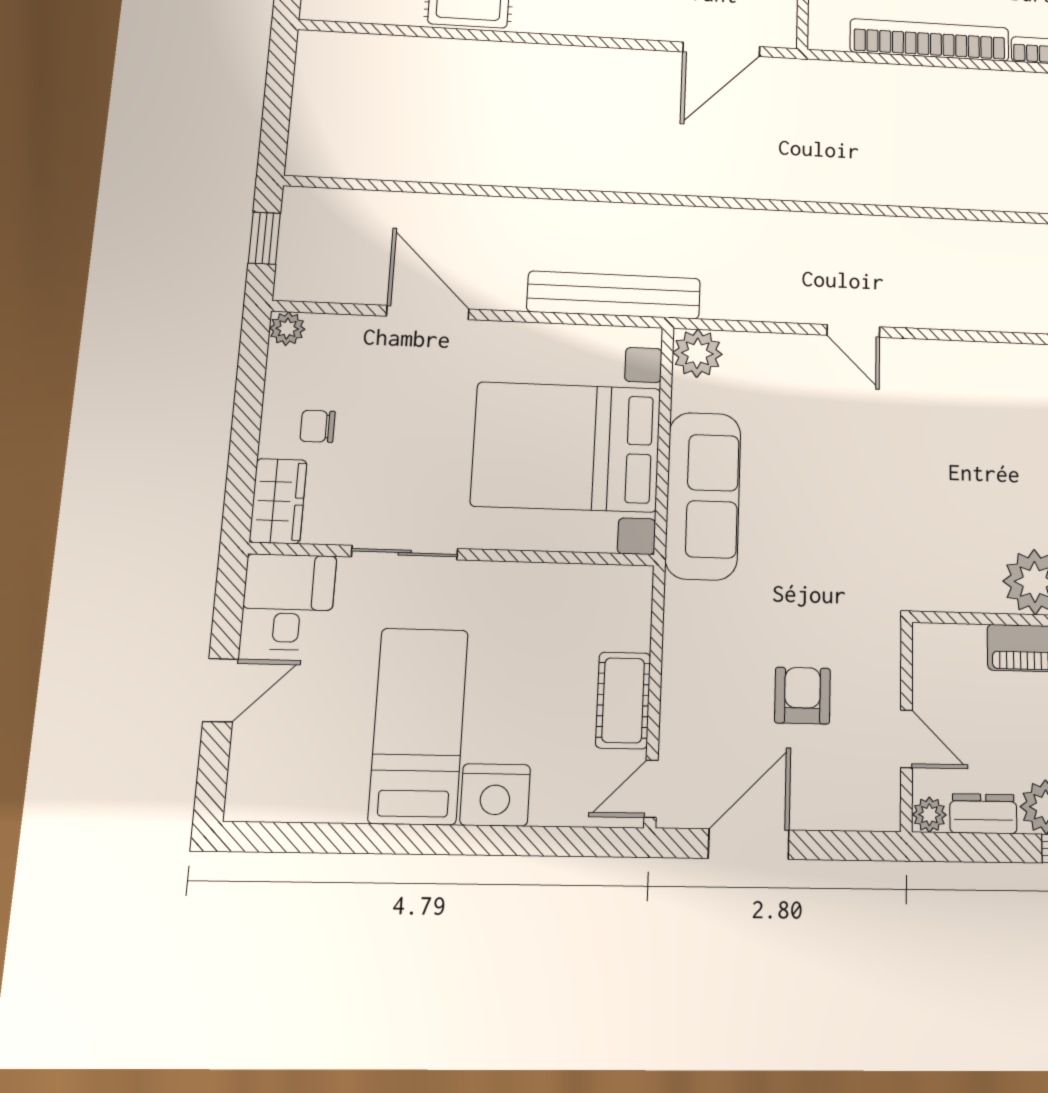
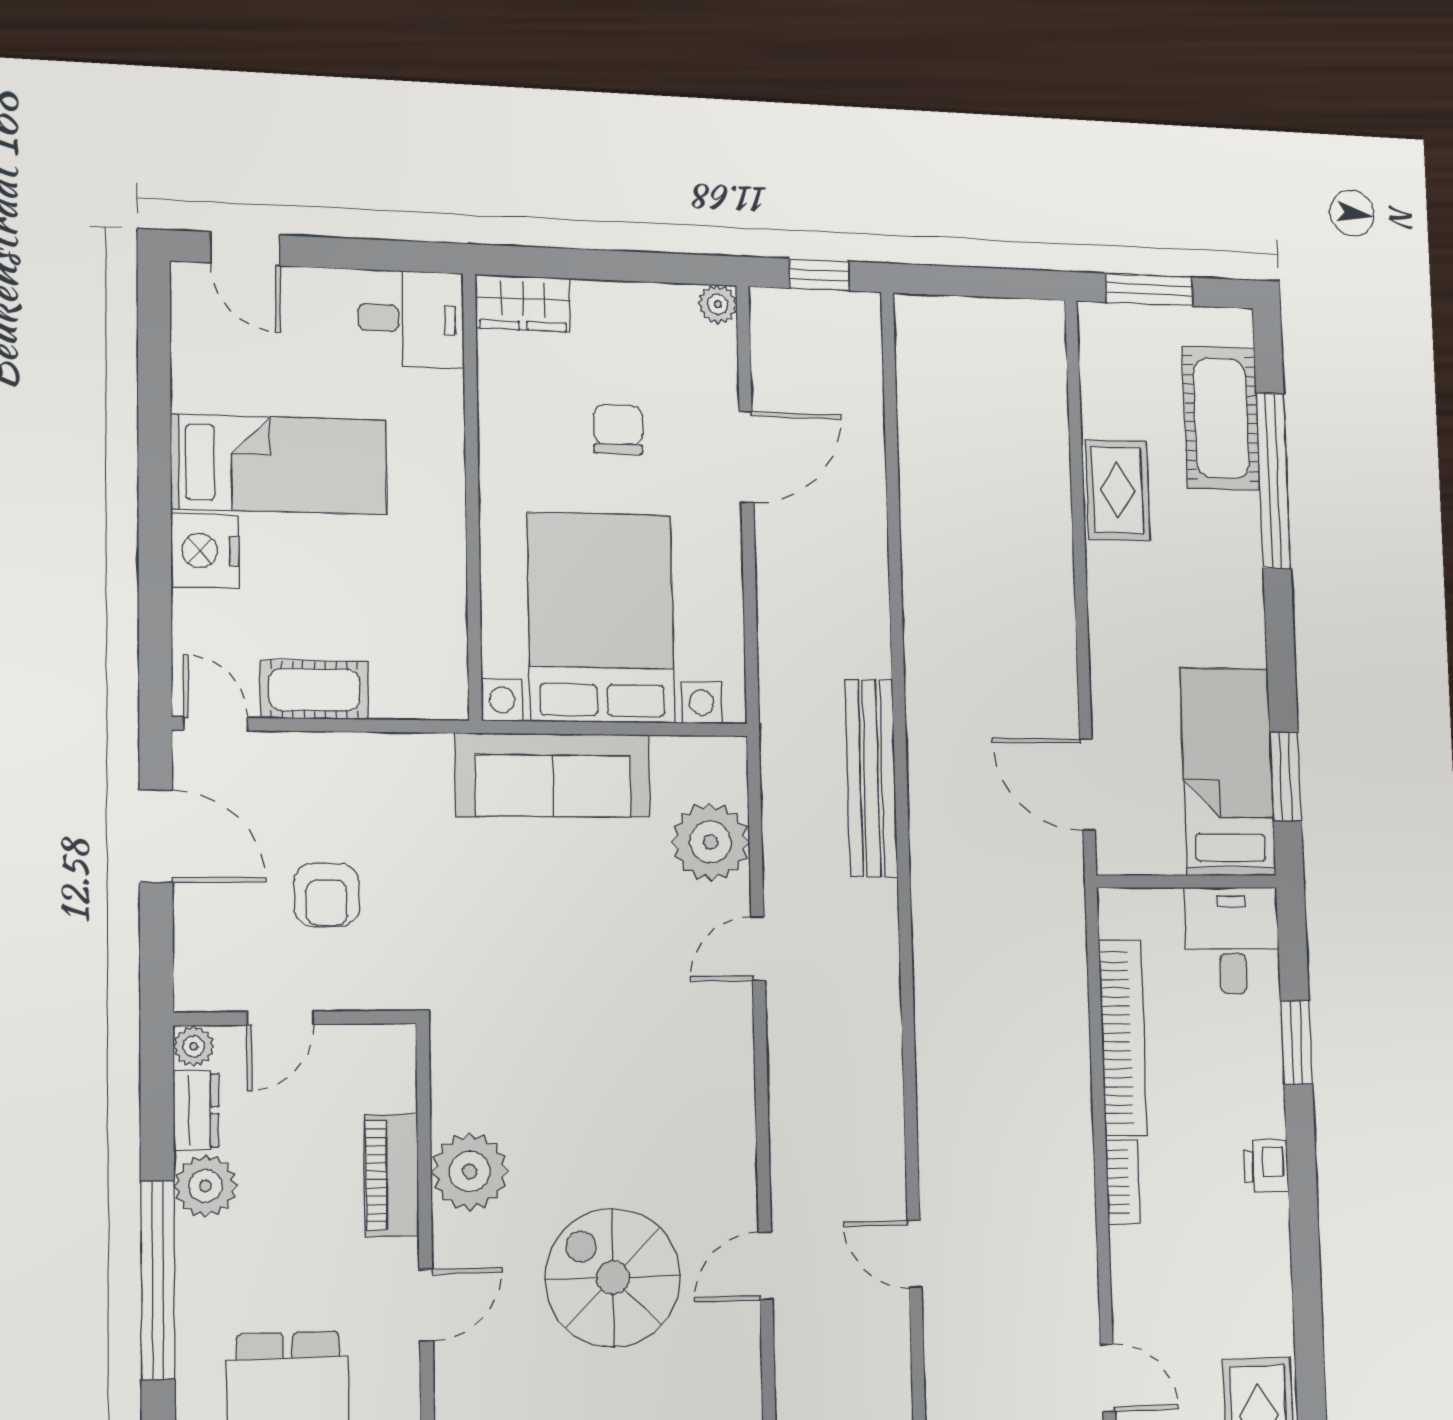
bench: (614, 295) -> (871, 778), moved
plant: (697, 353) -> (711, 842), moved, width x1.36, depth x1.36
chair: (318, 426) -> (618, 430), moved, width x1.37, depth x1.37
sliding door: (405, 553) -> (471, 442), removed
door: (221, 690) -> (245, 249), moved
armchair: (802, 696) -> (326, 895), turned 90

